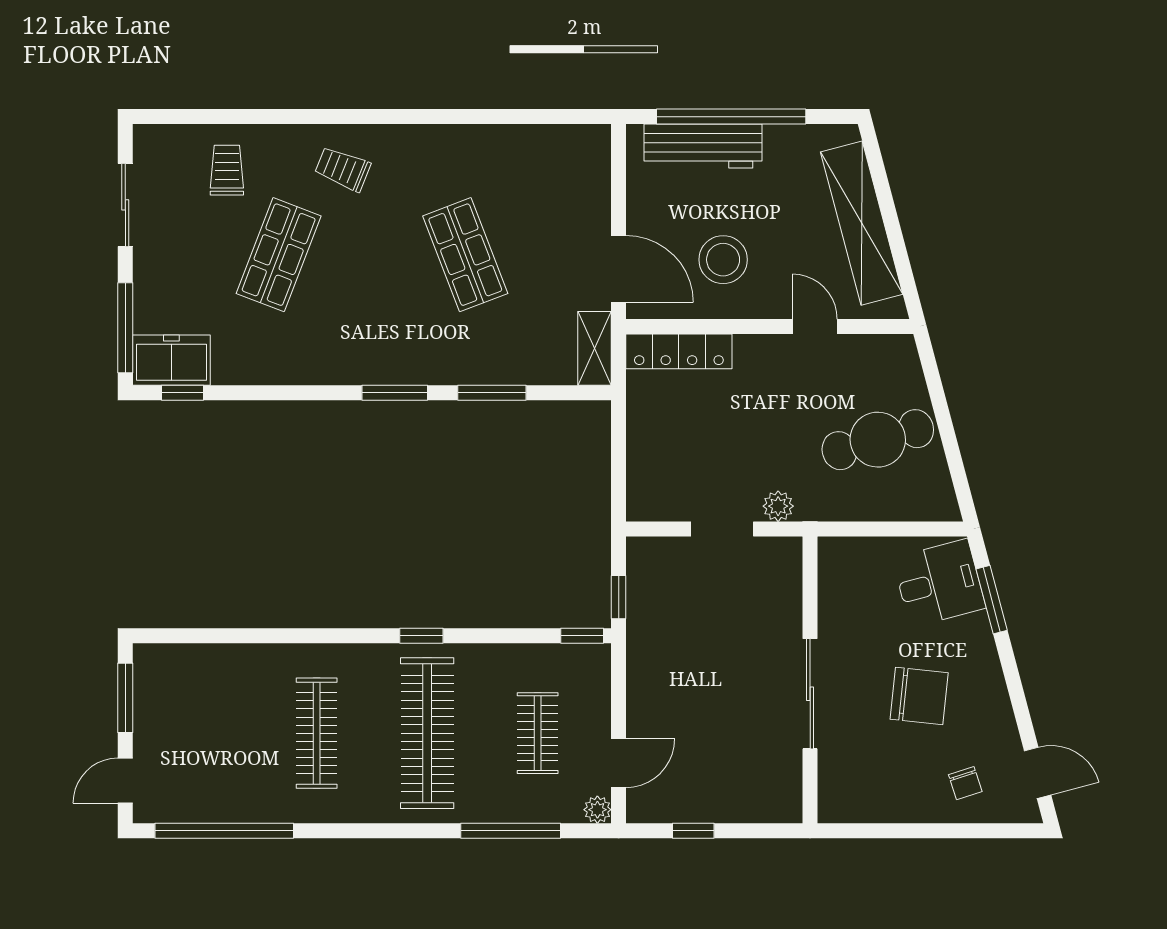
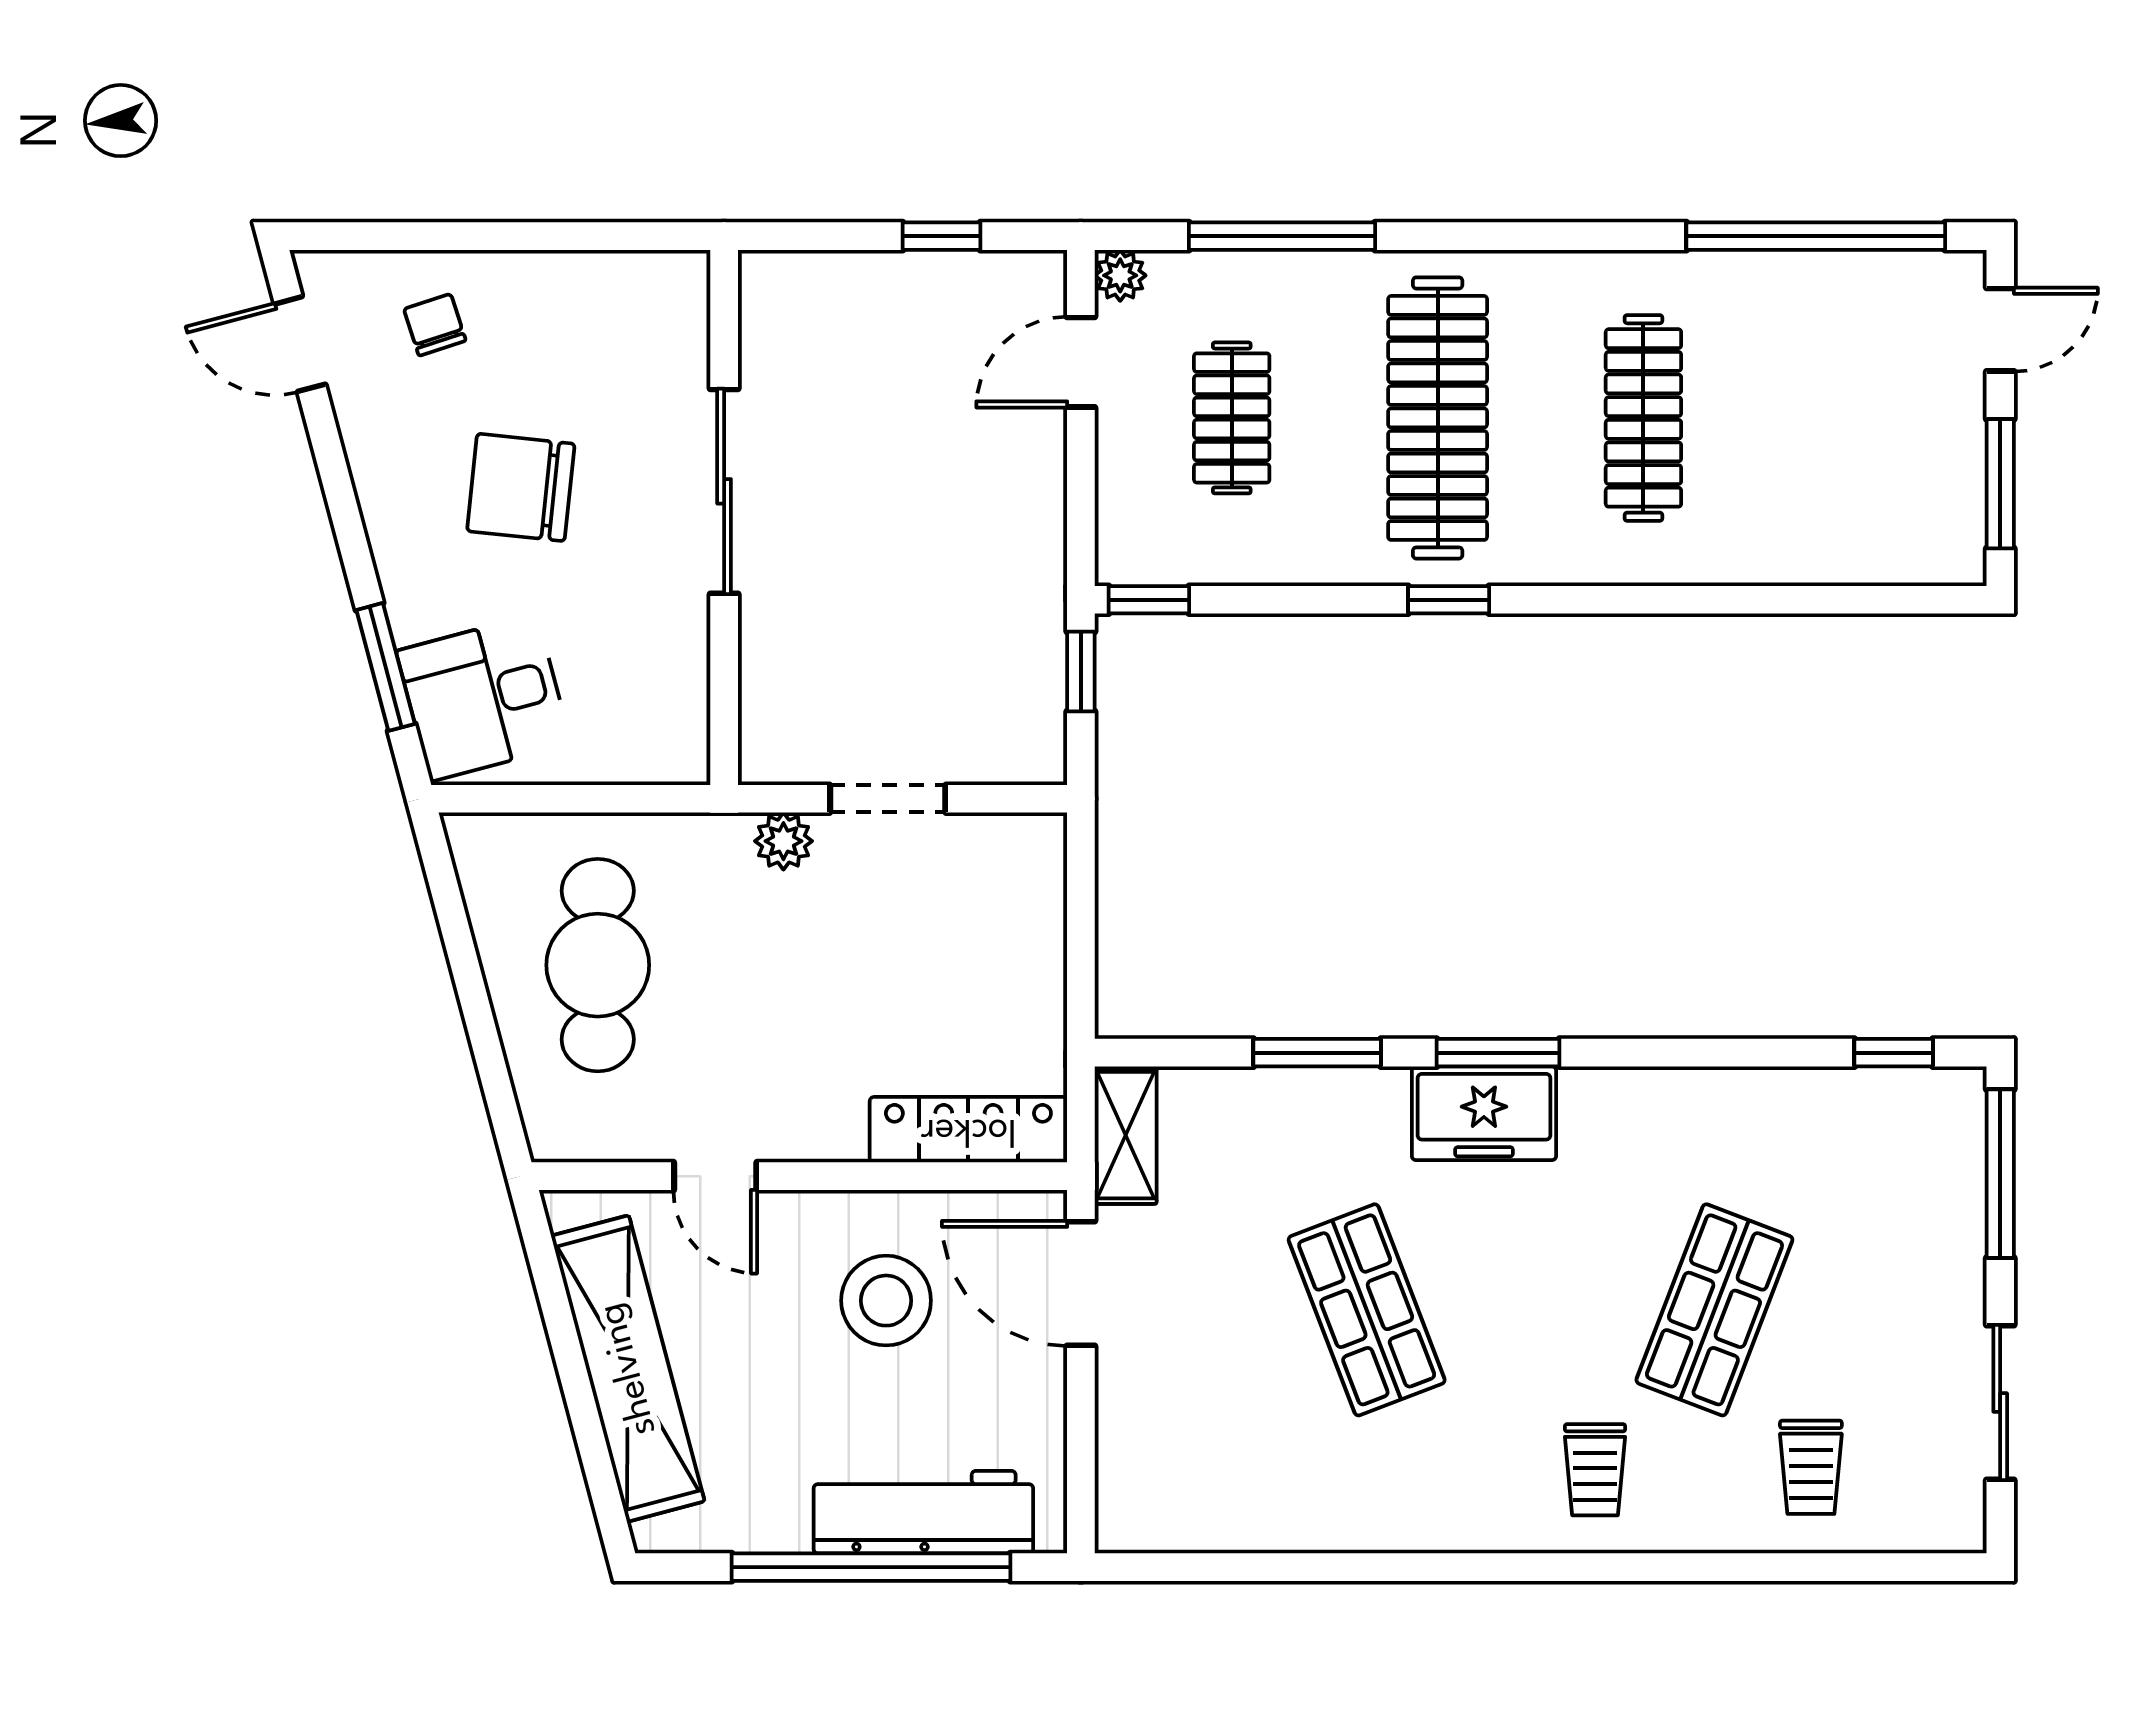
trolley: (343, 169) -> (1595, 1470), turned 68
freezer: (171, 360) -> (1484, 1113), moved
cafe table: (878, 440) -> (598, 965), turned -74

